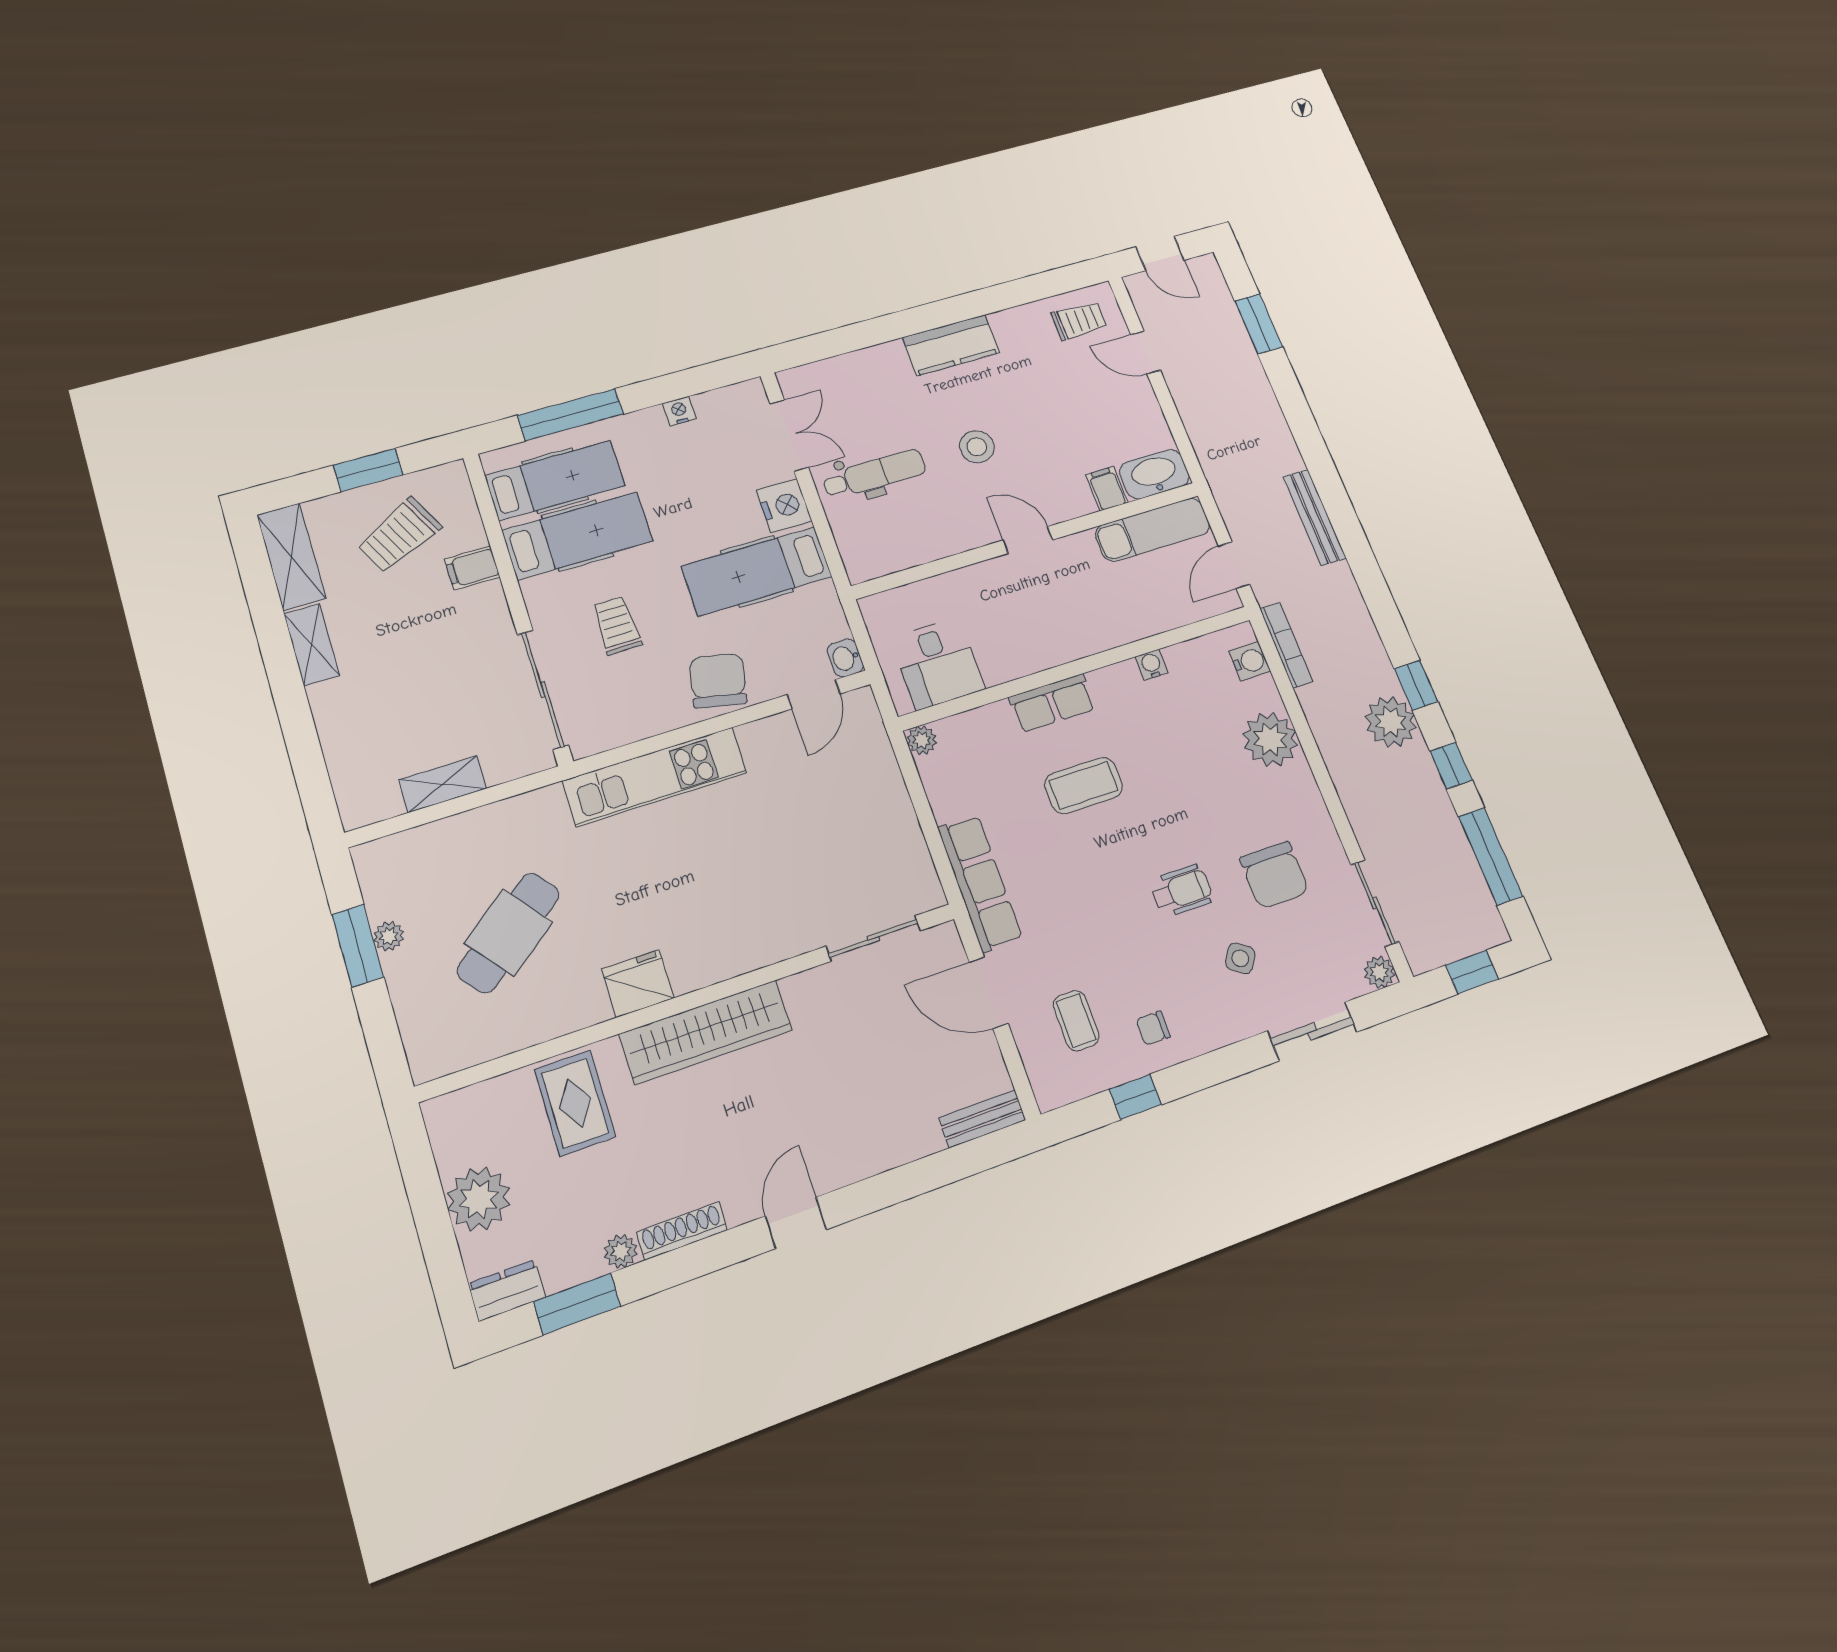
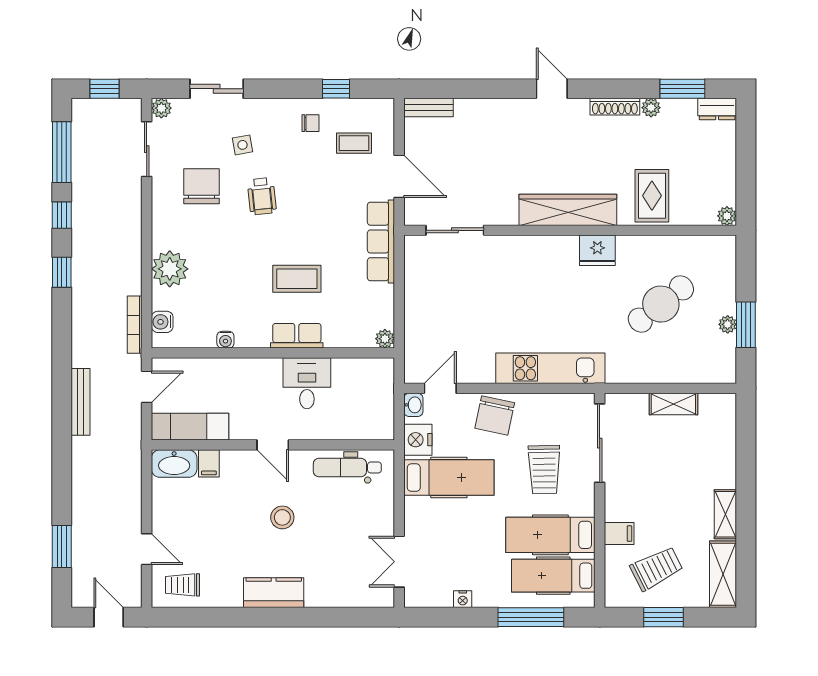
dental chair: (874, 474) -> (347, 467), moved
nightstand: (784, 506) -> (418, 440), moved
trolley: (617, 625) -> (544, 470), width x1.36, depth x1.39
desk: (938, 664) -> (307, 383), moved
plant: (1391, 722) -> (88, 255), removed
wheelchair: (1182, 891) -> (262, 196), turned -96
side table: (1240, 958) -> (242, 145), turned 45
coffee table: (1076, 1021) -> (354, 143), turned 90
plant: (479, 1199) -> (727, 216), moved, width x0.53, depth x0.53
door: (796, 1223) -> (552, 89), swing flipped

